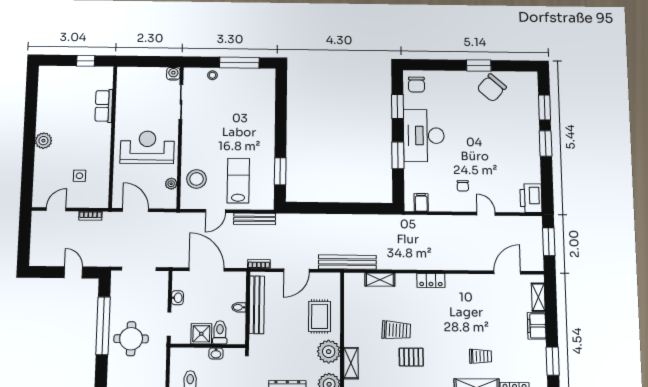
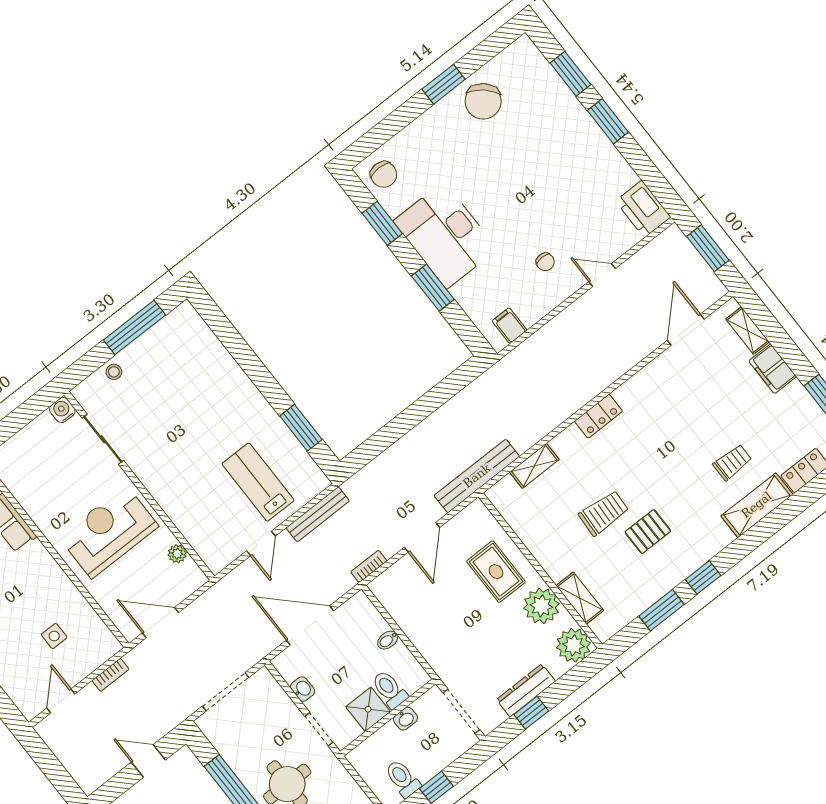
stool: (197, 179) -> (204, 522), removed
bench: (257, 305) -> (407, 619), removed

